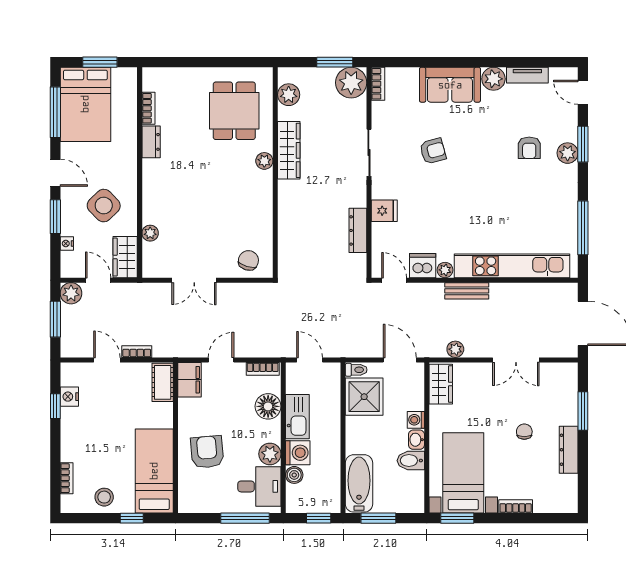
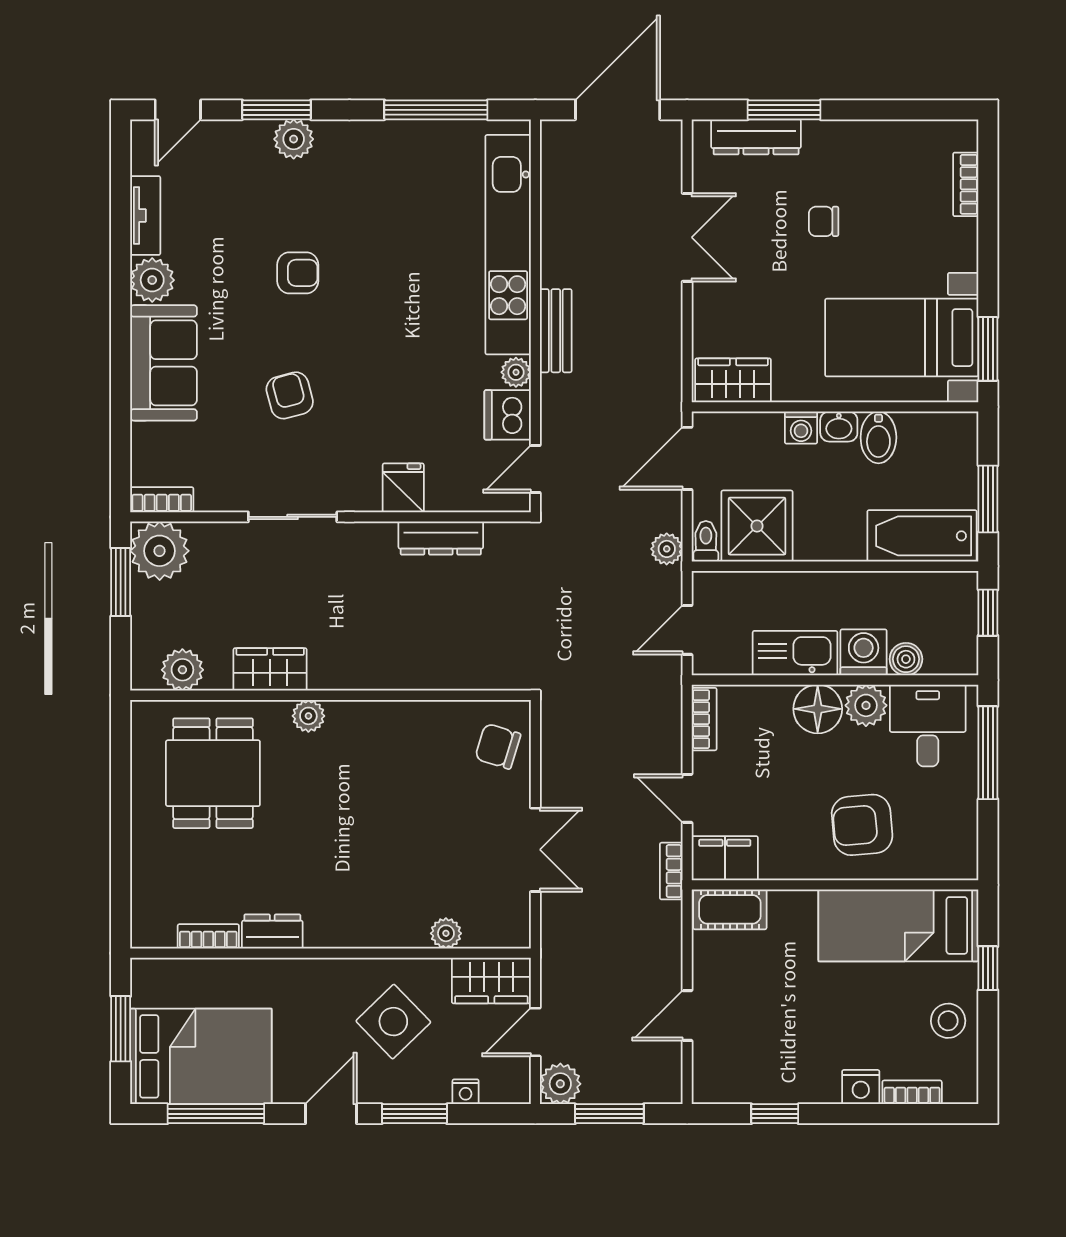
dining table: (234, 111) -> (213, 773), turned 90
armchair: (529, 148) -> (298, 273), moved
wardrobe: (289, 150) -> (270, 669), width x0.67
plant: (455, 349) -> (667, 549), moved
bookcase: (137, 352) -> (671, 871), moved
nightstand: (69, 397) -> (861, 1087), moved
floor lamp: (268, 406) -> (818, 709), moved
dresser: (569, 450) -> (756, 137), moved
bookcase: (516, 506) -> (966, 184), moved

